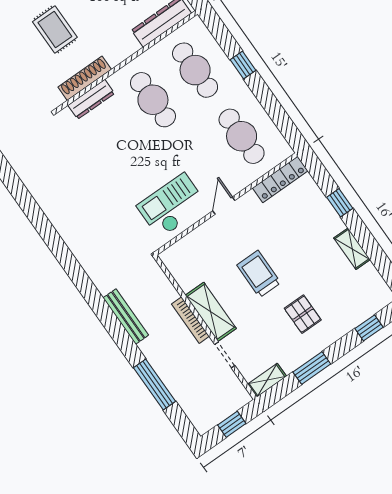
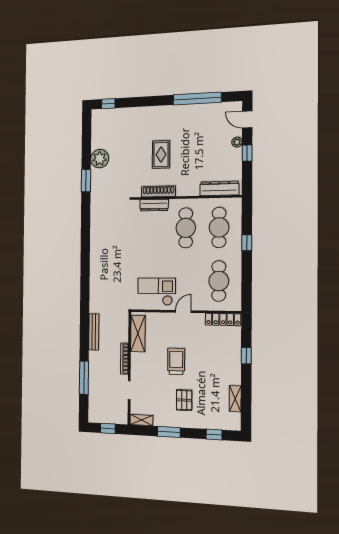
shelving: (352, 249) -> (235, 399), moved
shelving: (211, 312) -> (138, 334), moved

